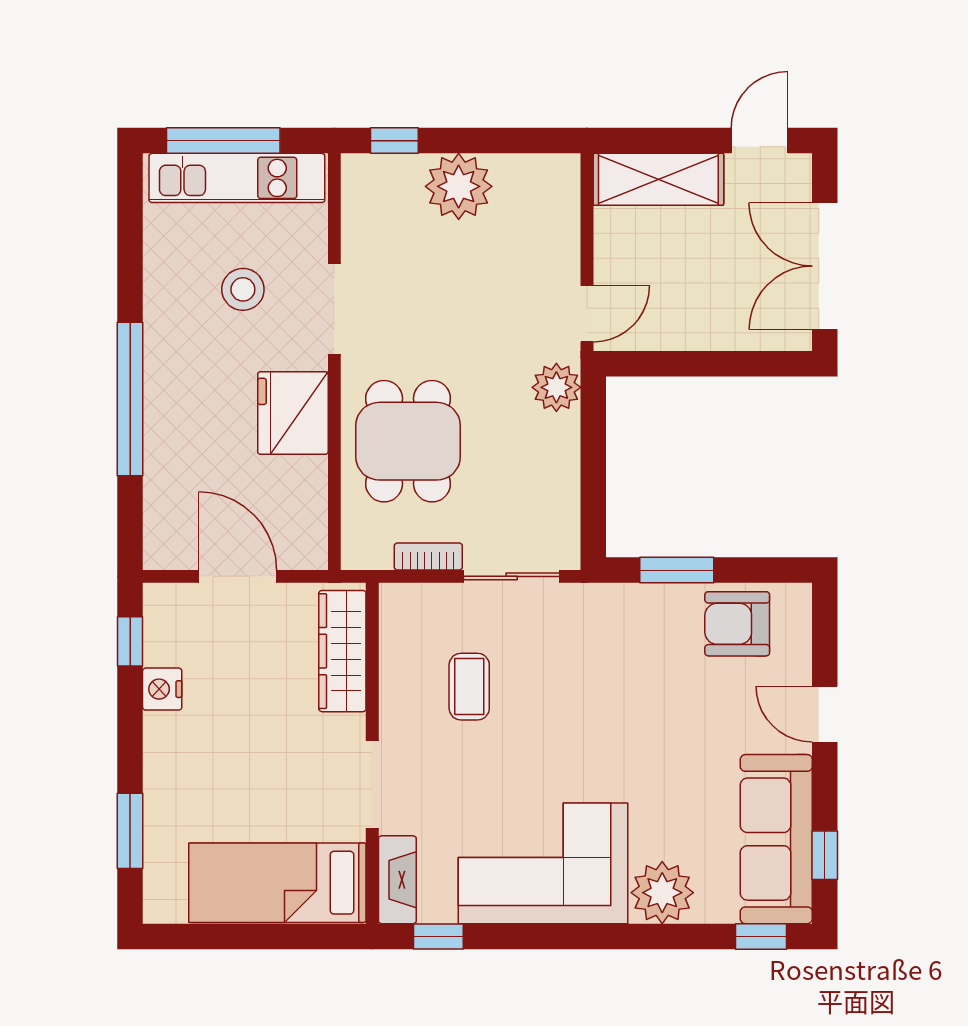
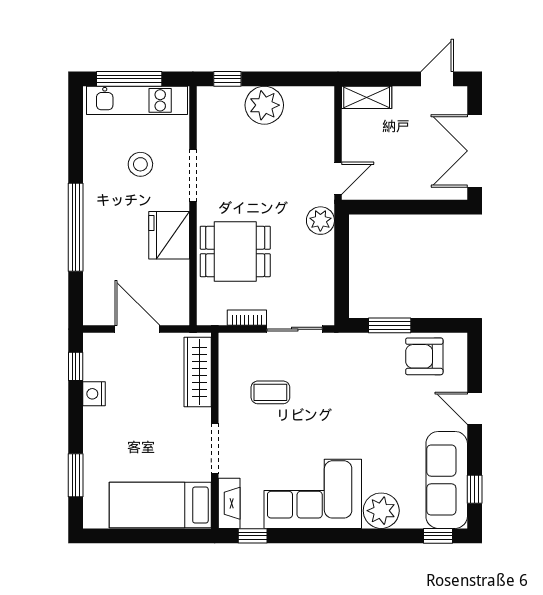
shelving: (658, 179) -> (367, 97), width x0.67, depth x0.75
dining table: (408, 441) -> (235, 251), turned 90
coffee table: (469, 687) -> (270, 392), turned 90

